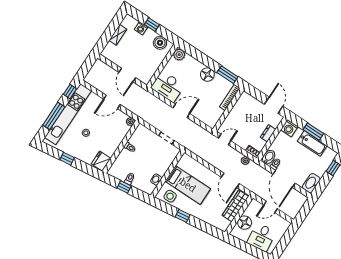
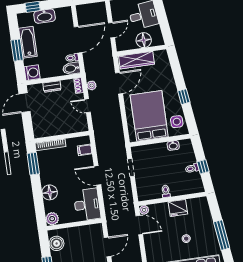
floor lamp: (207, 75) -> (50, 192), moved
door: (112, 102) -> (139, 225), moved
filing cabinet: (206, 117) -> (85, 150), added
door: (225, 139) -> (87, 106), moved
window: (67, 159) -> (222, 235), width x2.17
fridge: (101, 161) -> (178, 208), moved
washbasin: (311, 183) -> (45, 16), moved
bed: (188, 185) -> (149, 116), width x1.50
door: (270, 207) -> (111, 30), hinge flipped

